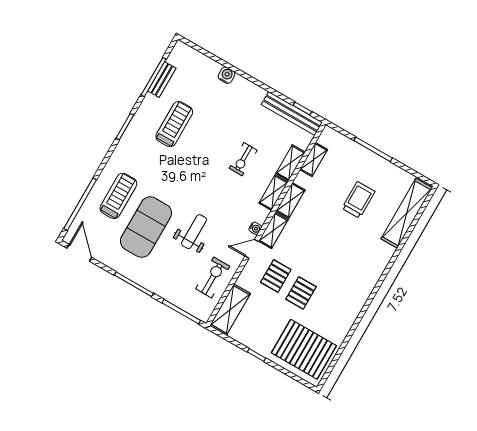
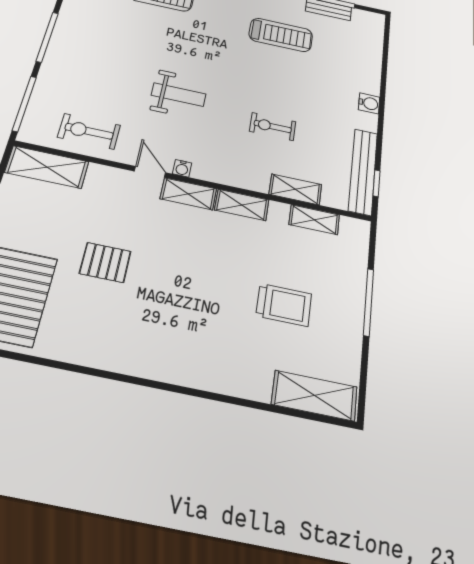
water cooler: (227, 75) -> (369, 103), moved
shelving: (273, 193) -> (243, 178), removed
shelving: (407, 213) -> (314, 395), width x0.68
exercise mat: (146, 227) -> (132, 34), removed
weight bench: (194, 232) -> (179, 95), moved
pallet: (276, 276) -> (120, 217), removed
exercise bike: (213, 277) -> (89, 131), turned 180

